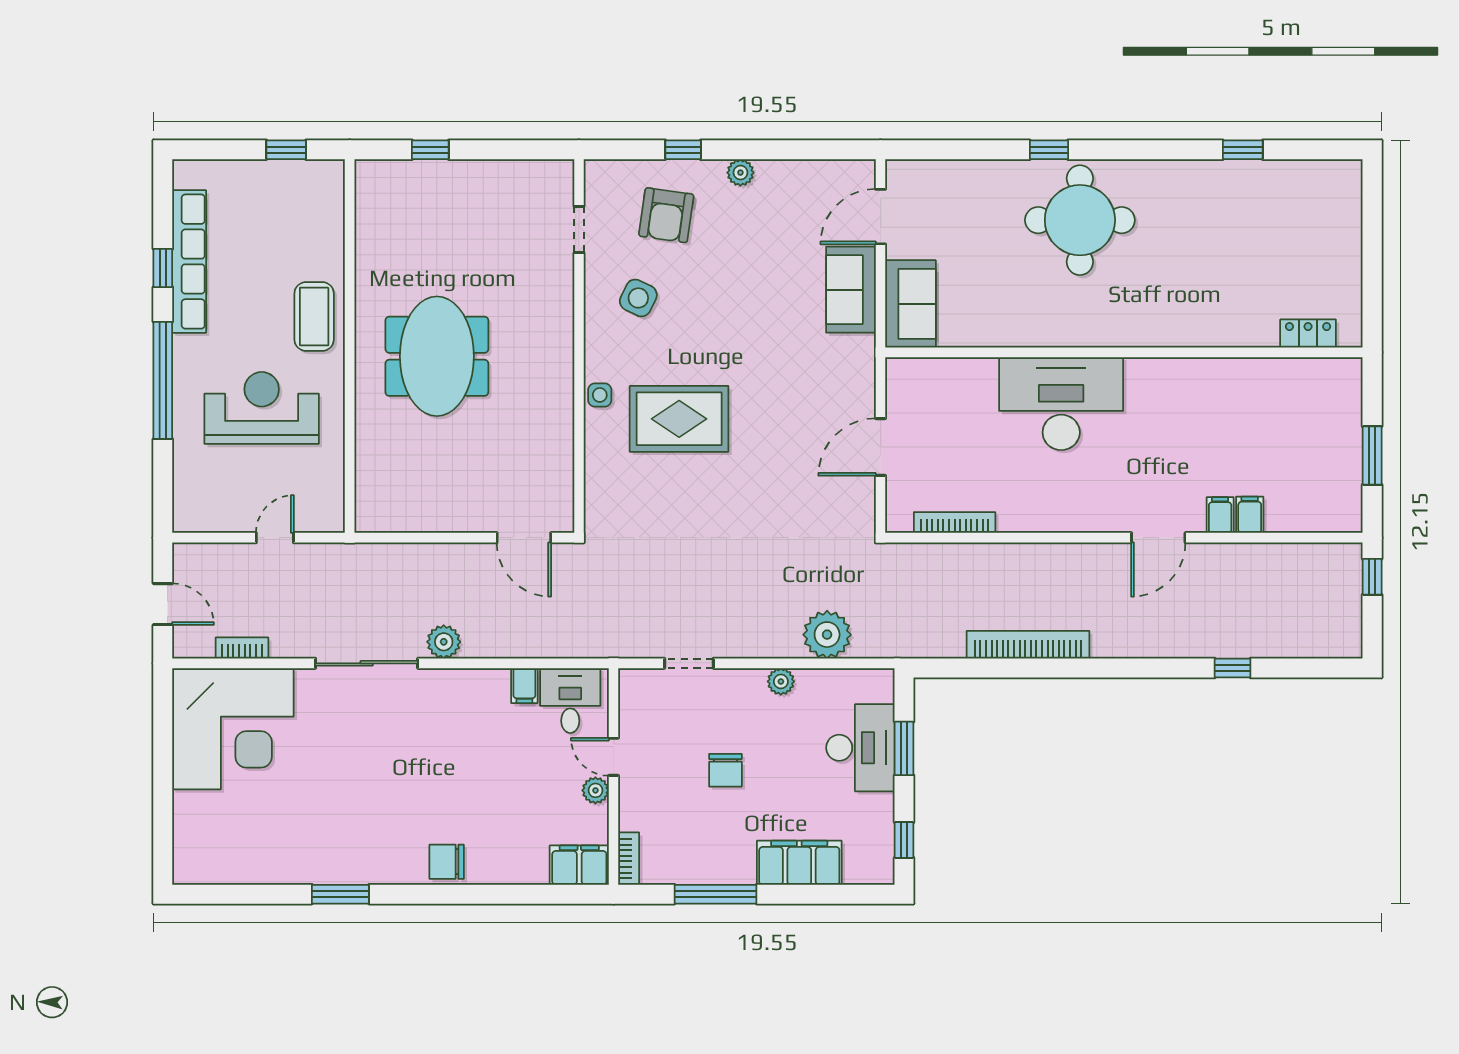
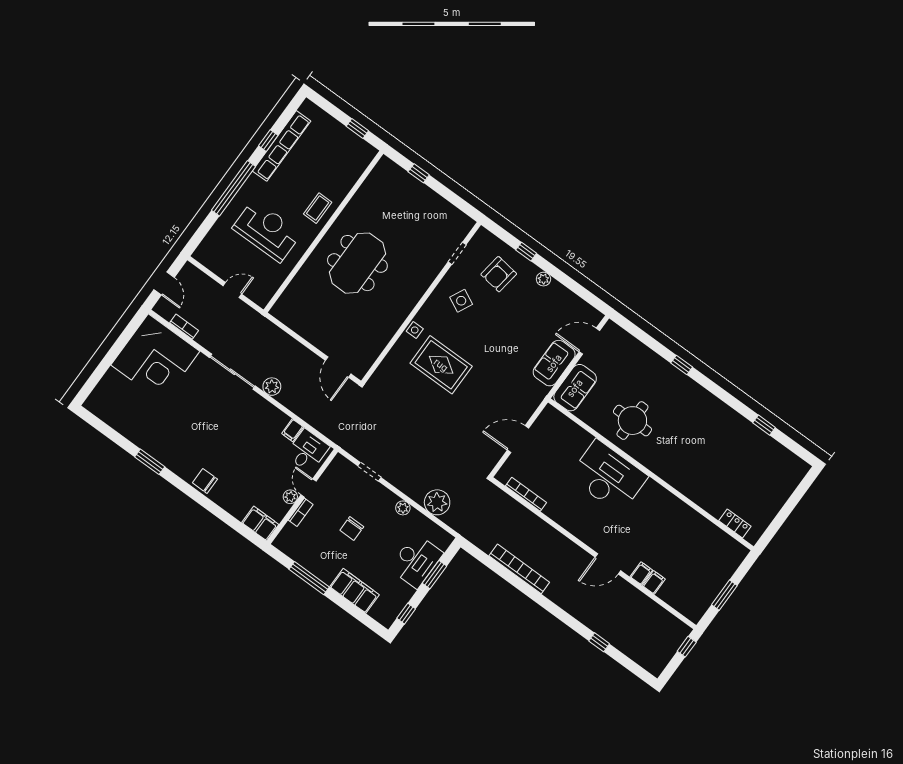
round table: (1080, 220) -> (632, 421), moved, width x0.73, depth x0.73
coffee table: (314, 317) -> (318, 208), width x0.73, depth x0.77
bookcase: (629, 859) -> (301, 512), moved

